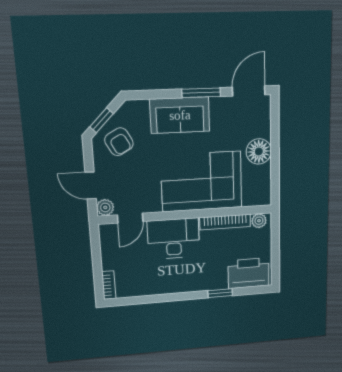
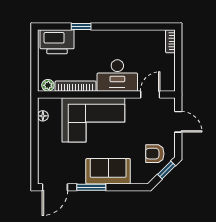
armchair: (119, 142) -> (155, 154), turned -61
floor lamp: (259, 151) -> (43, 116), moved, width x0.53, depth x0.53
plant: (105, 207) -> (169, 104), removed

